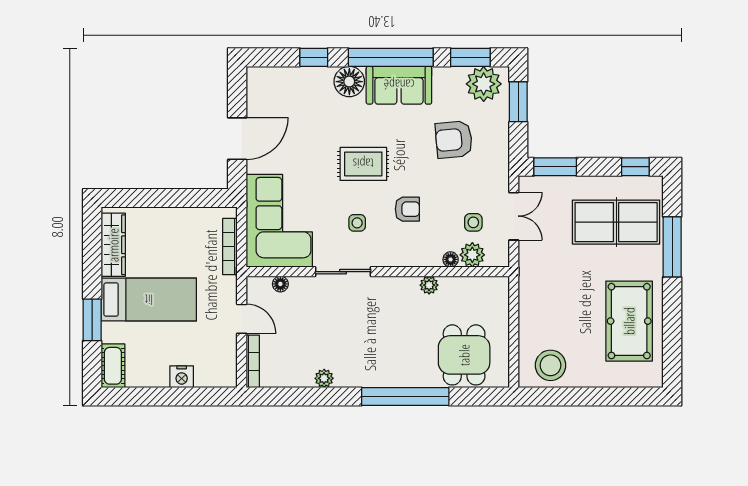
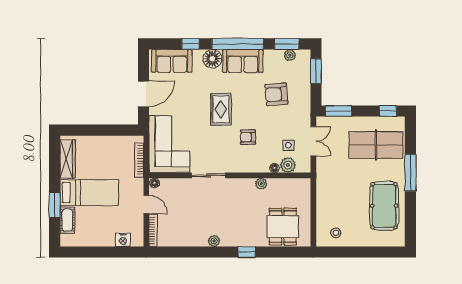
plant: (484, 84) -> (290, 55), width x0.53, depth x0.53
sofa: (283, 85) -> (172, 61), added
rug: (363, 164) -> (221, 109), turned 90
armchair: (407, 209) -> (248, 137), turned 180
side table: (357, 223) -> (217, 145), removed
window: (672, 247) -> (410, 173), moved
floor lamp: (280, 284) -> (155, 183), moved
stool: (551, 365) -> (336, 233), width x0.53, depth x0.53
cot: (113, 366) -> (67, 220), moved
nightstand: (182, 377) -> (123, 240), moved
plant: (324, 378) -> (214, 241), moved
window: (405, 396) -> (247, 252), width x0.32

